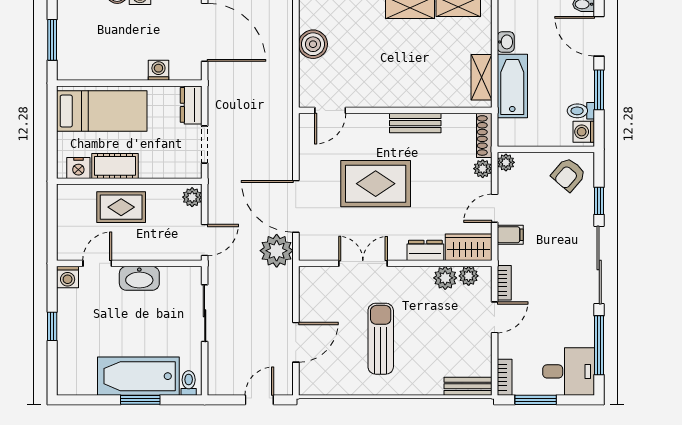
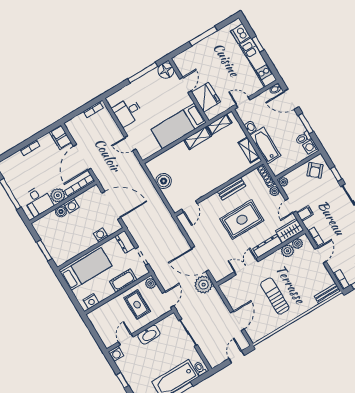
cot: (115, 166) -> (123, 281), moved
rug: (376, 184) -> (242, 220), moved
rug: (121, 207) -> (137, 305), moved, turned 90
dresser: (425, 250) -> (267, 246), width x1.44

